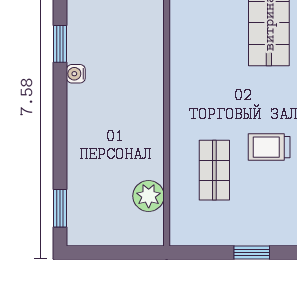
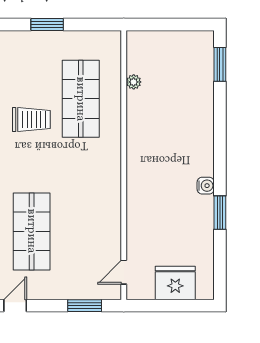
shop shelf: (214, 170) -> (81, 99), width x1.43, depth x1.36
plant: (149, 196) -> (134, 82), width x0.53, depth x0.53

